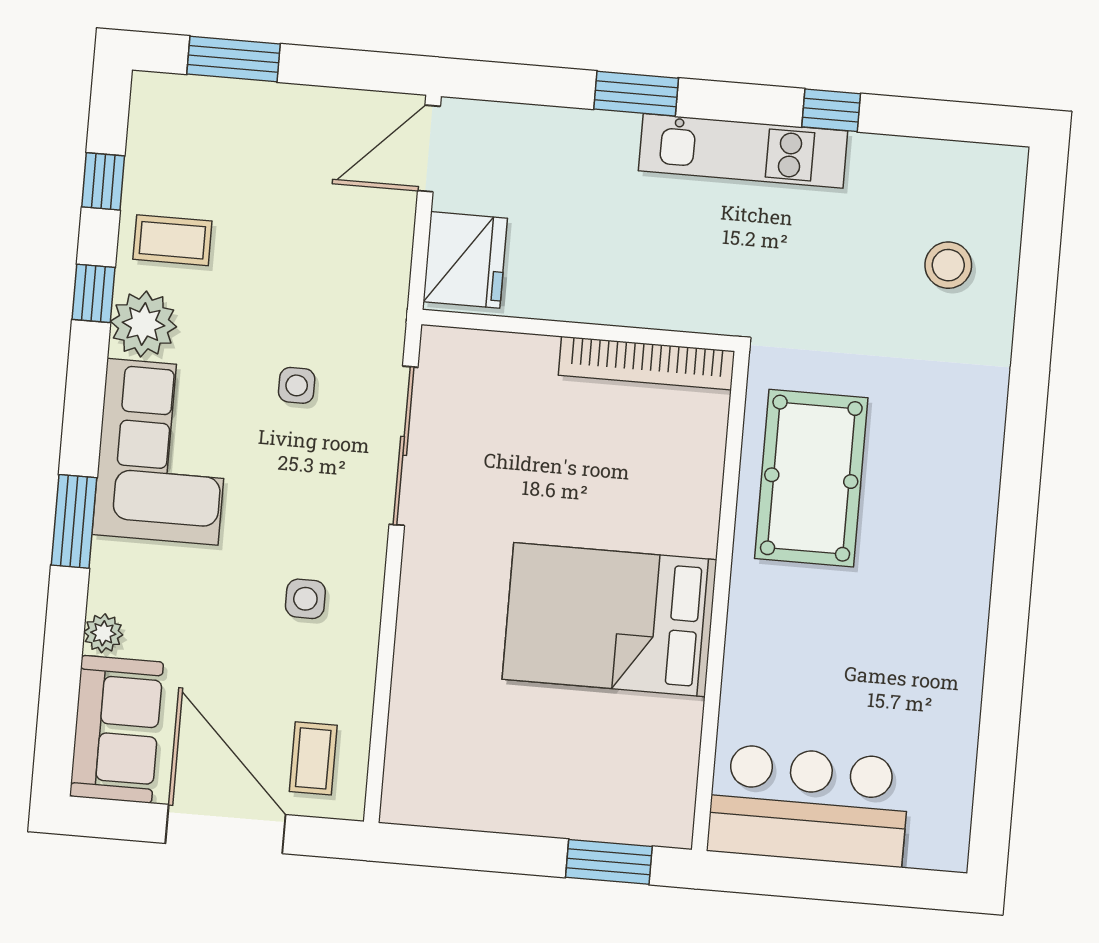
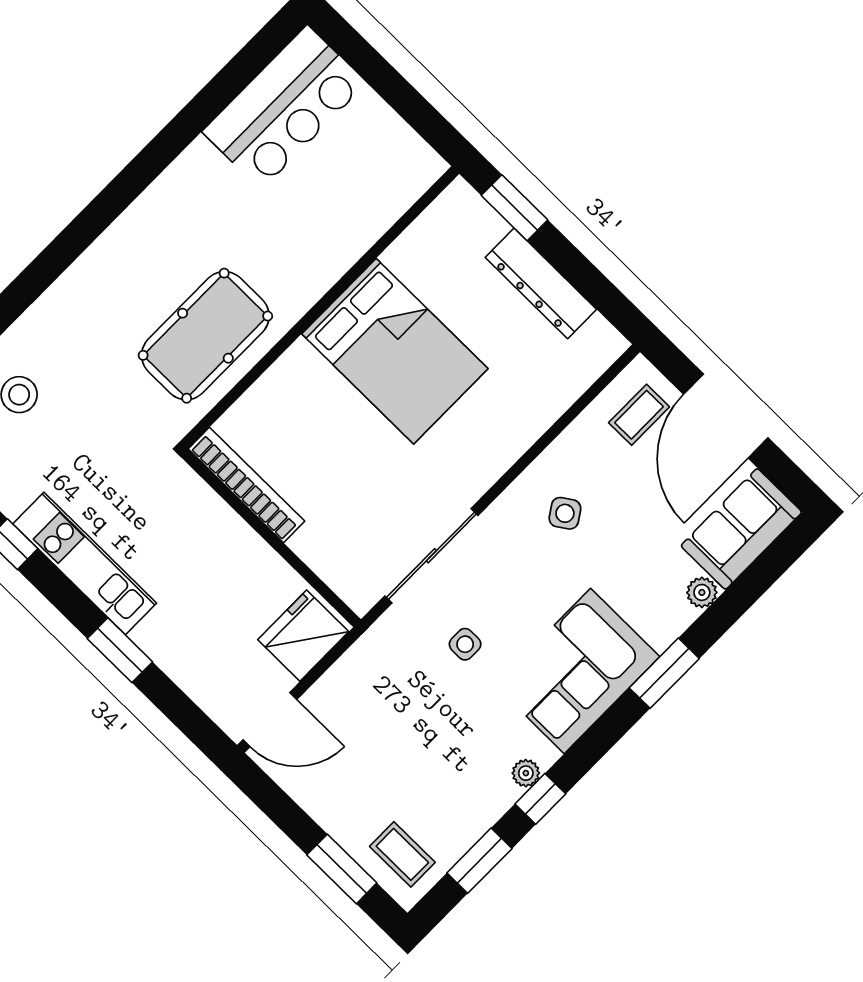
window: (103, 181) -> (479, 861), width x1.50
coffee table: (172, 240) -> (402, 854), moved
plant: (144, 324) -> (526, 773), width x0.53, depth x0.53
side table: (305, 599) -> (565, 513), turned -34
bar counter: (808, 805) -> (284, 107), moved, turned -90
dresser: (520, 808) -> (541, 283), added

